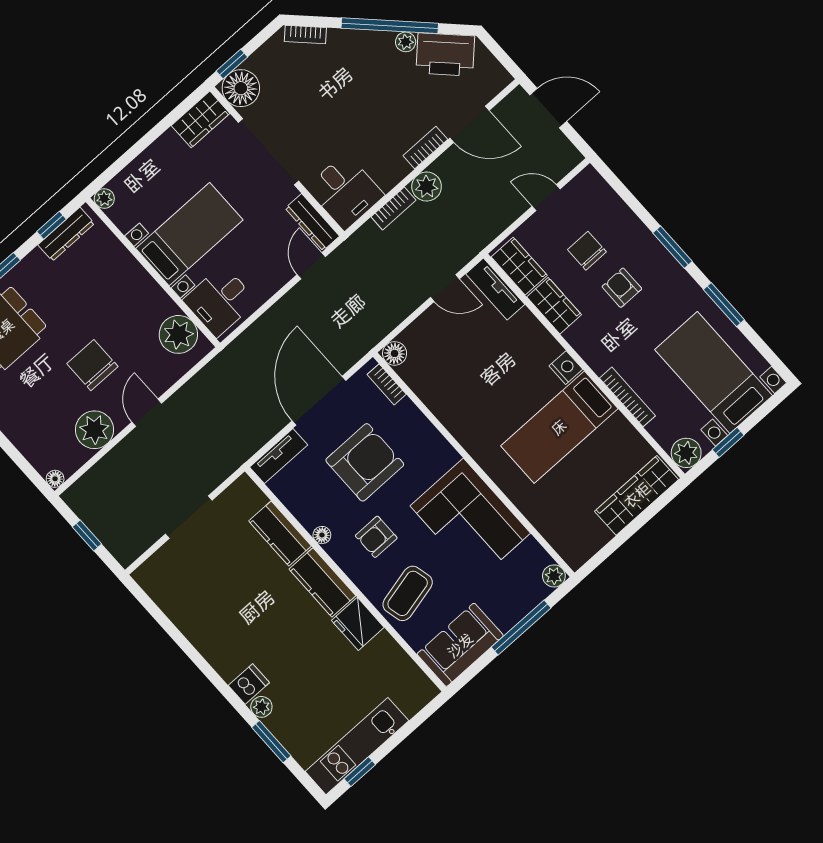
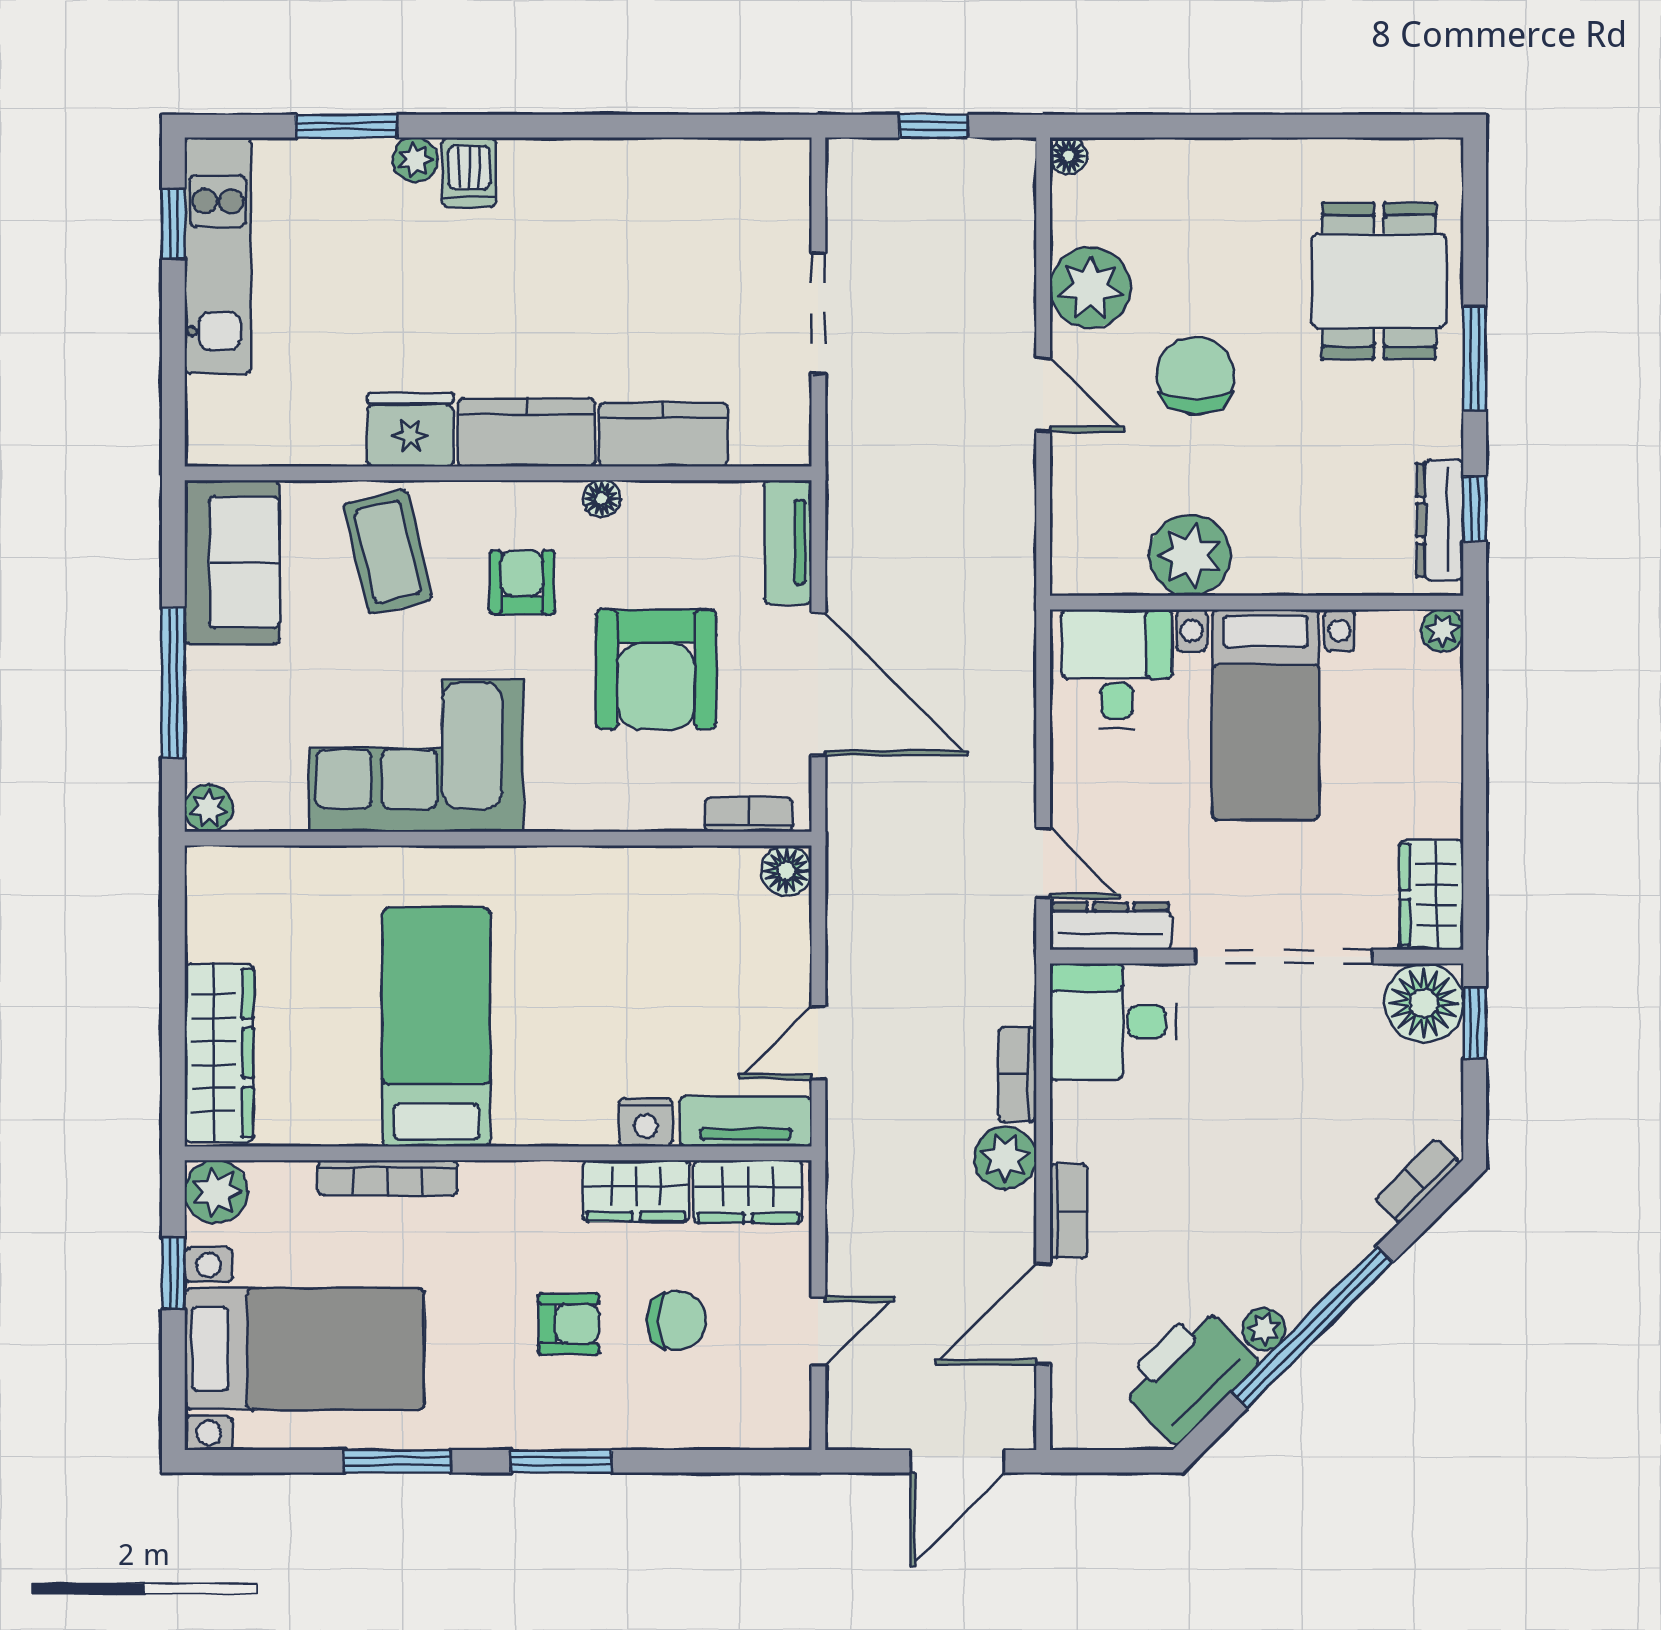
plant: (178, 334) -> (1190, 555), moved
chair: (92, 365) -> (1196, 376), turned -90
nightstand: (566, 368) -> (646, 1122), moved

